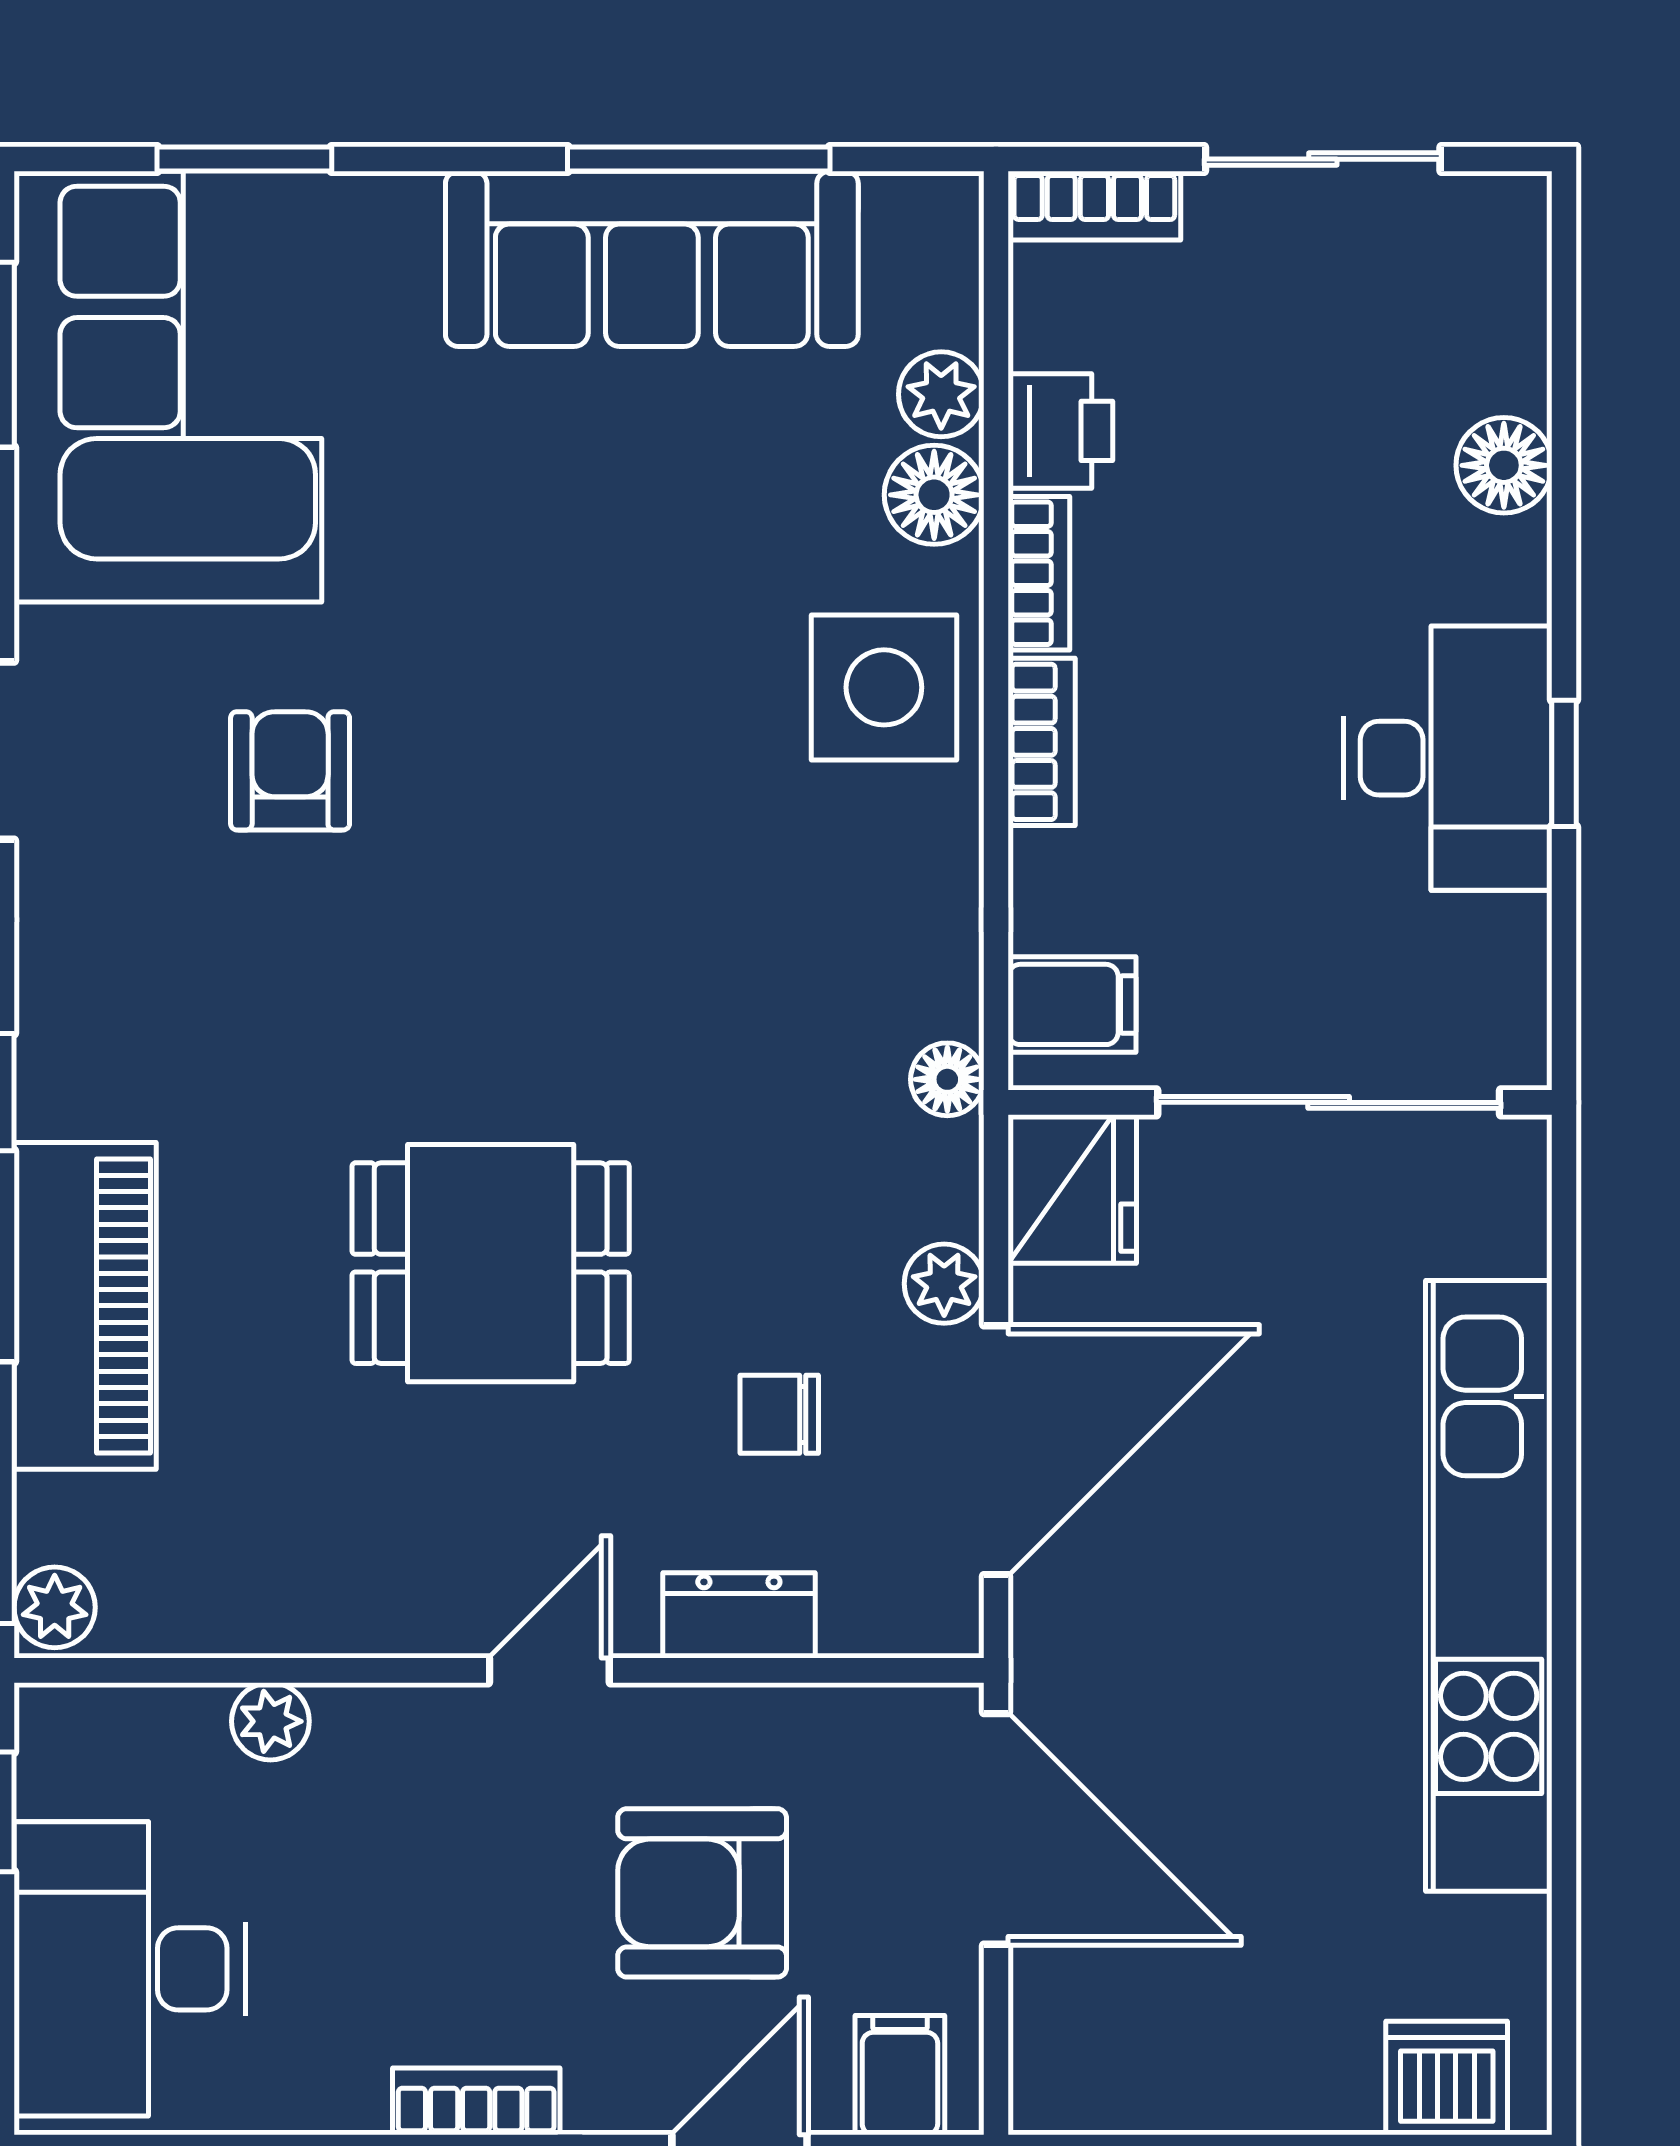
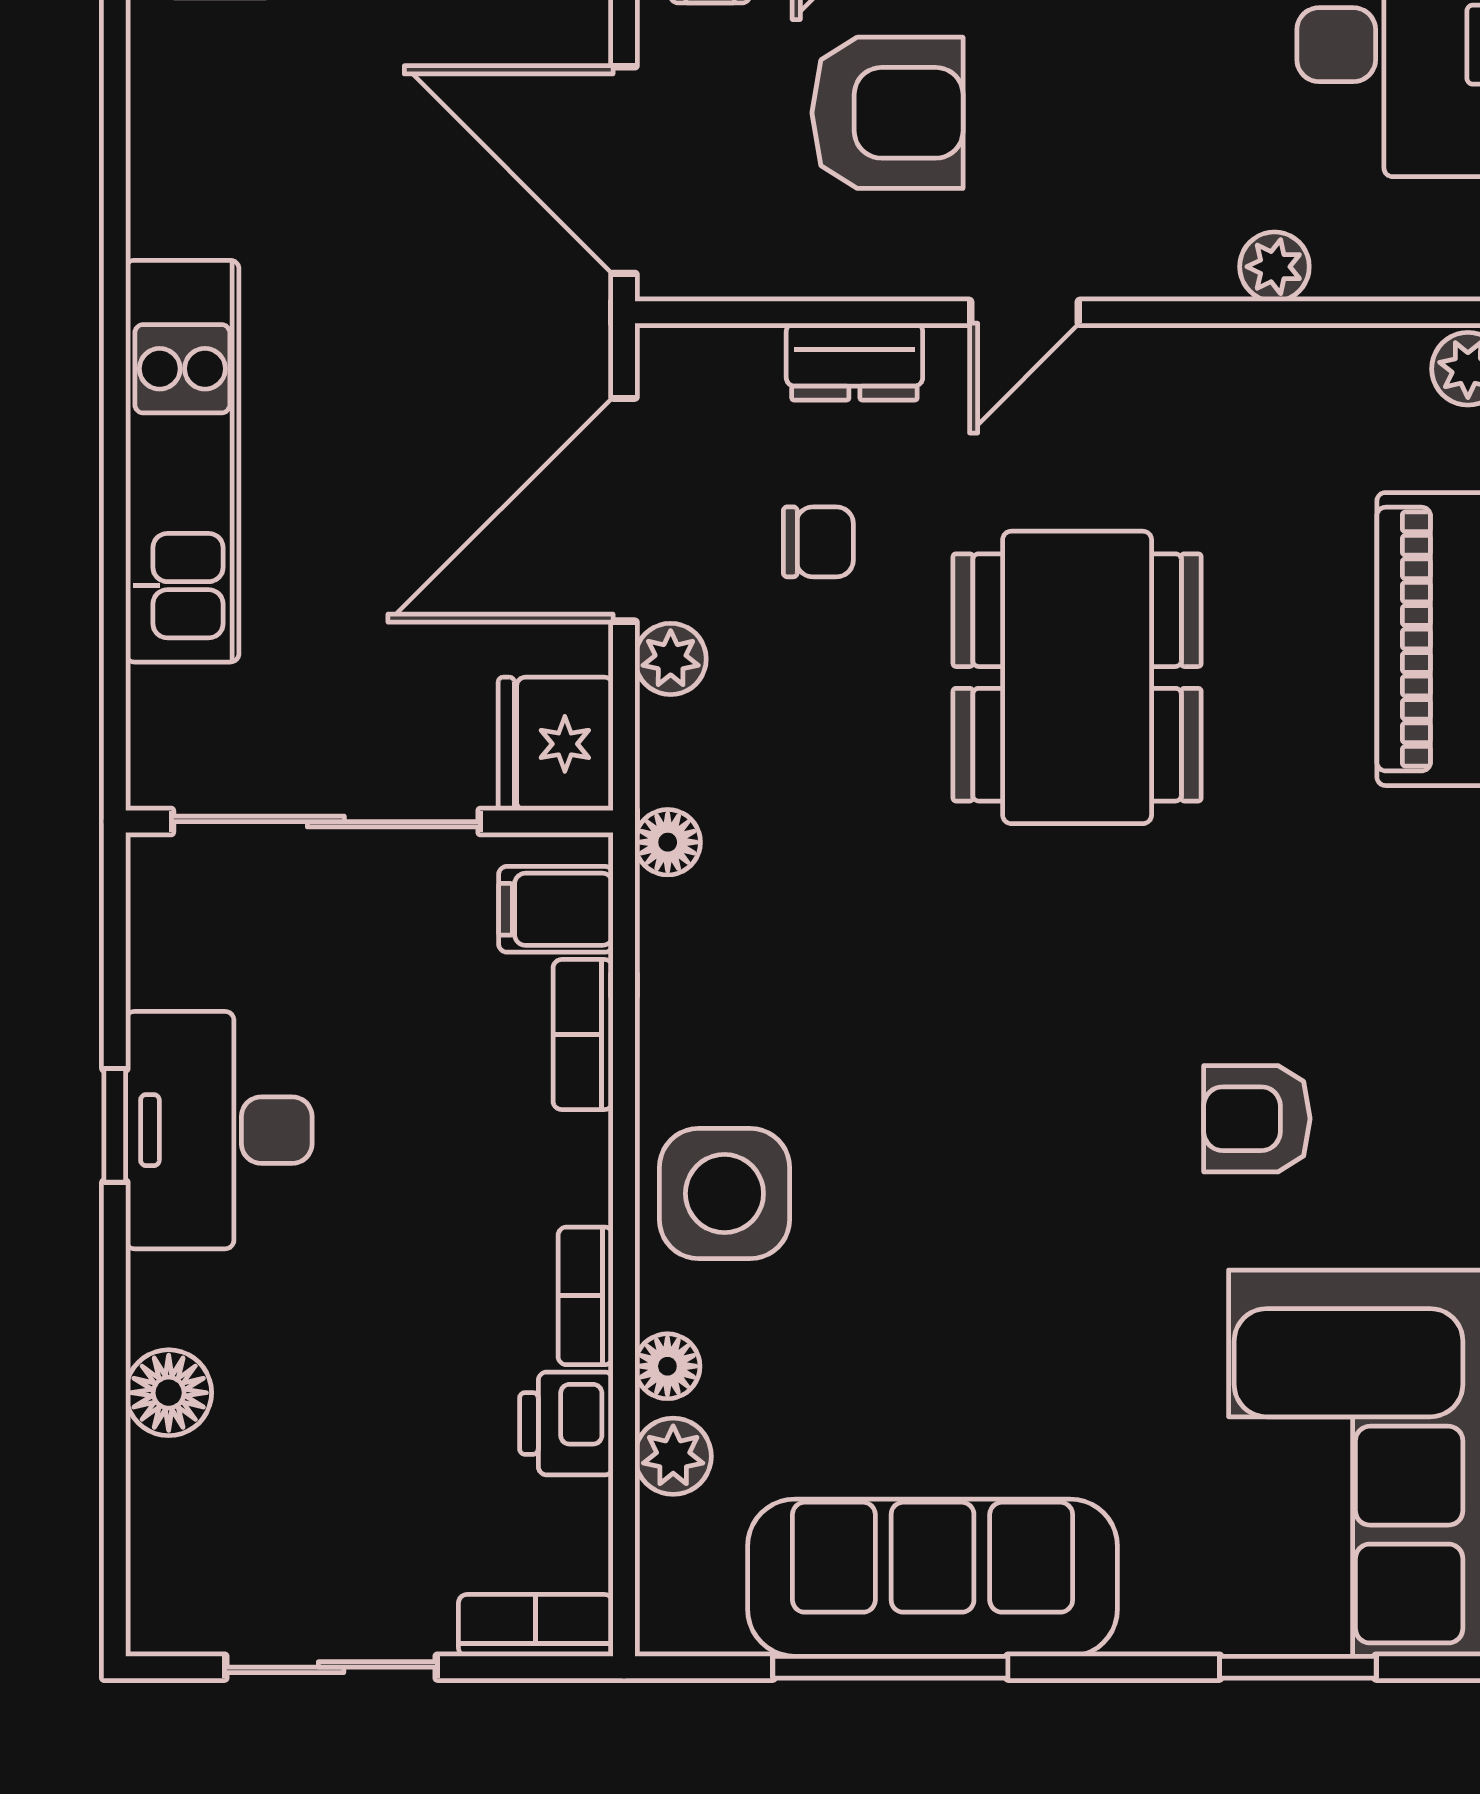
floor lamp: (934, 495) -> (667, 1366), width x0.73, depth x0.73
bookcase: (1042, 742) -> (583, 1035), moved
armchair: (290, 771) -> (1257, 1119), turned 90
dining table: (491, 1263) -> (1077, 677), width x1.38
kitchen unit: (1489, 1586) -> (182, 461), width x0.73

